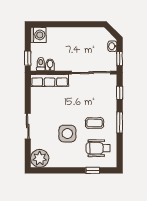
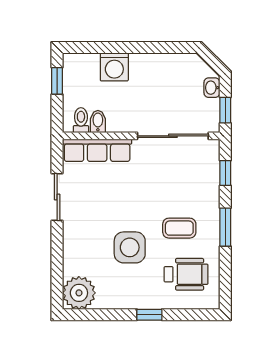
washing machine: (38, 35) -> (114, 67), moved, turned 90
window: (28, 58) -> (57, 81), moved
sliding door: (28, 126) -> (57, 197), moved
wheelchair: (98, 148) -> (186, 274), turned 180
window: (93, 170) -> (149, 315), moved

